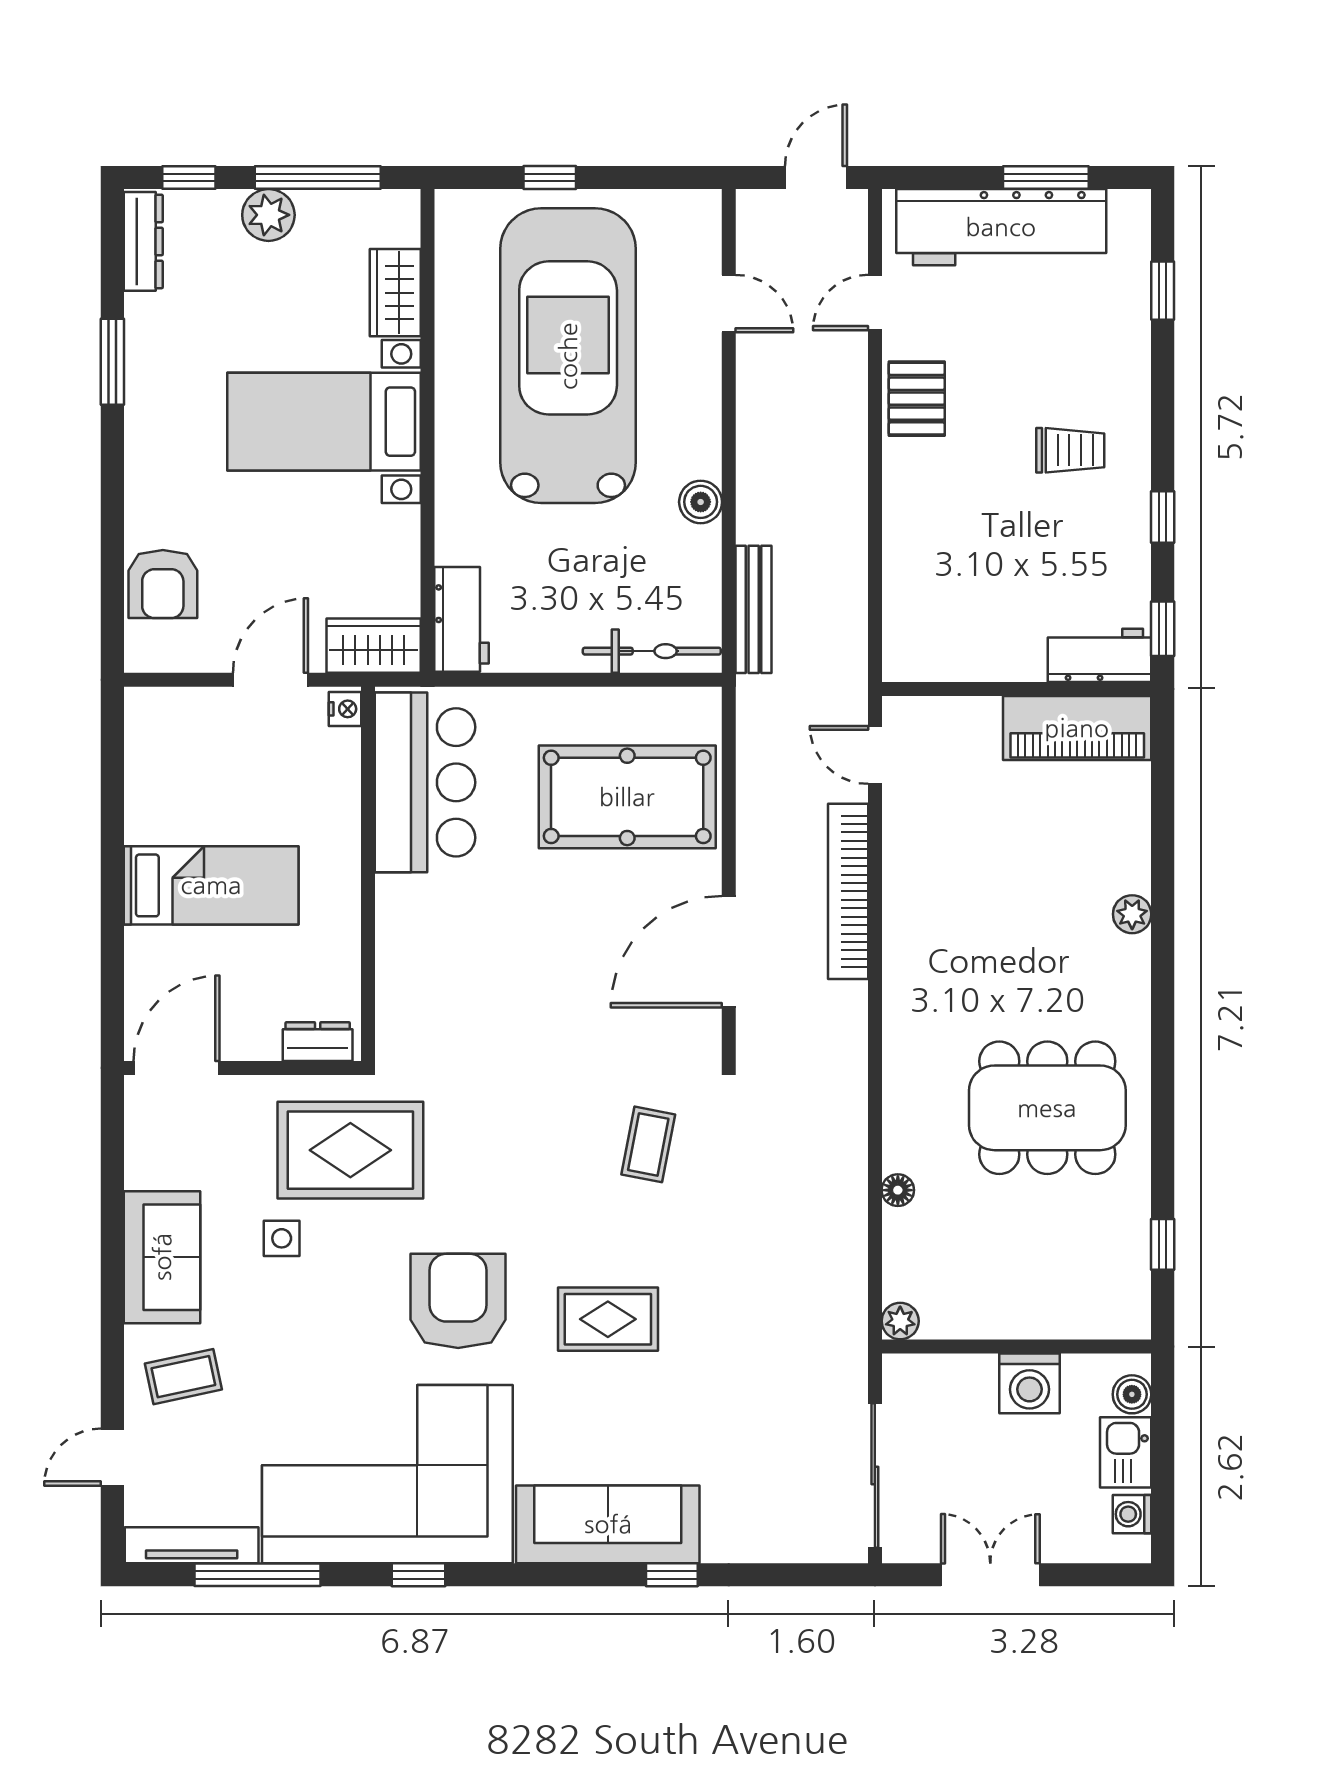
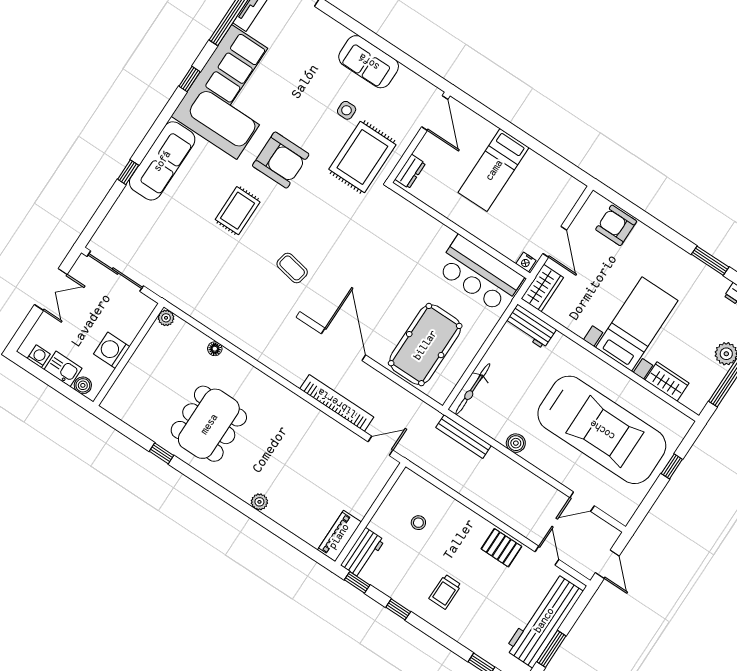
stool: (973, 587) -> (418, 523), added
piano: (1077, 728) -> (339, 536), width x0.73, depth x0.75
window: (1163, 1244) -> (162, 453), moved
coffee table: (183, 1377) -> (319, 41), removed

